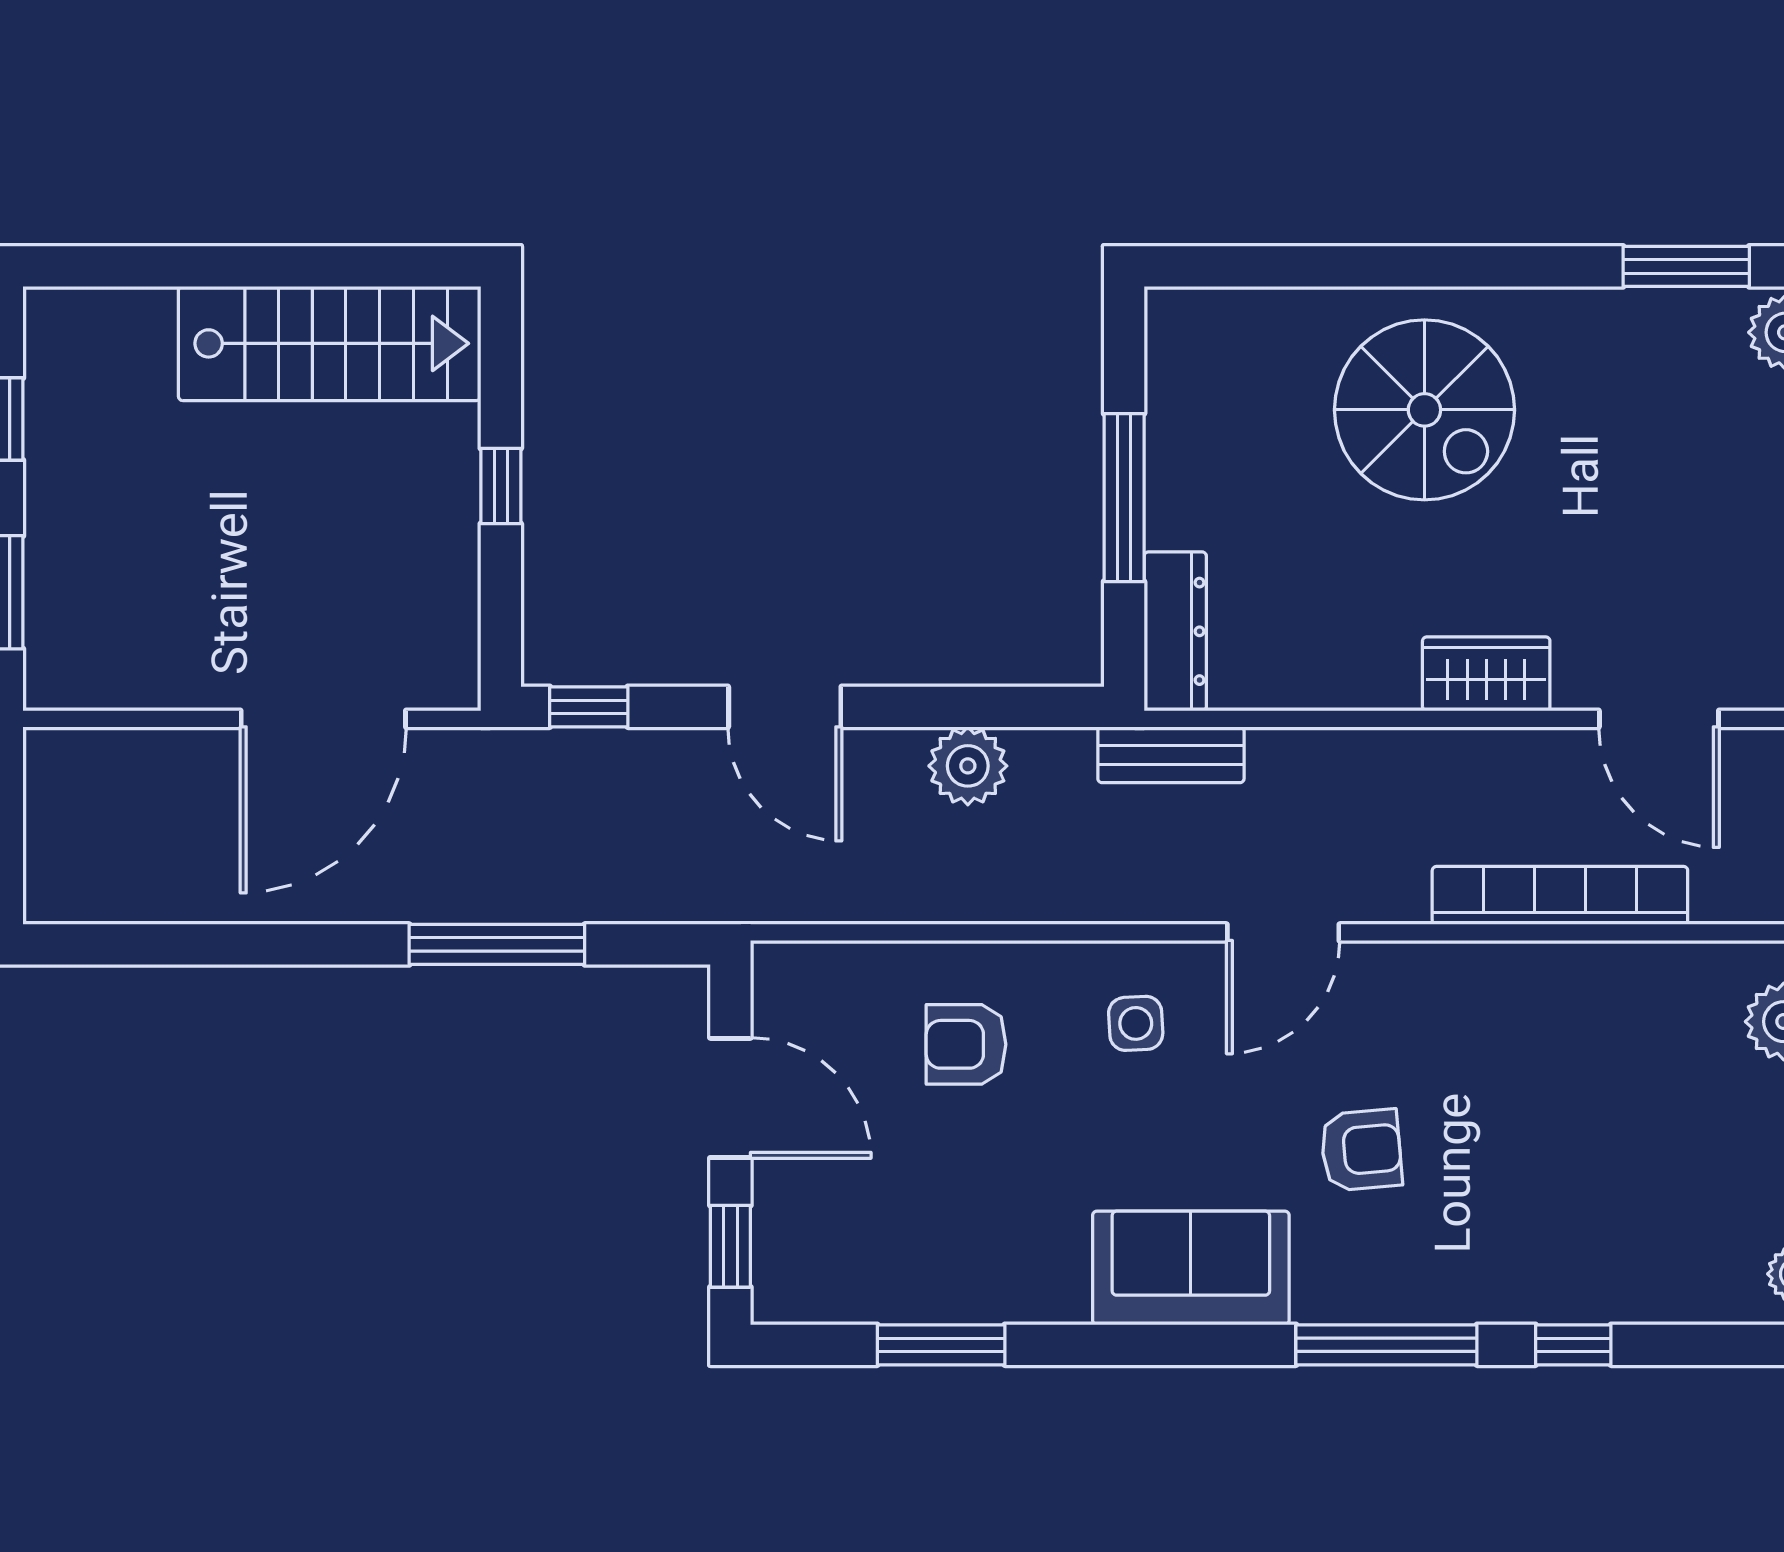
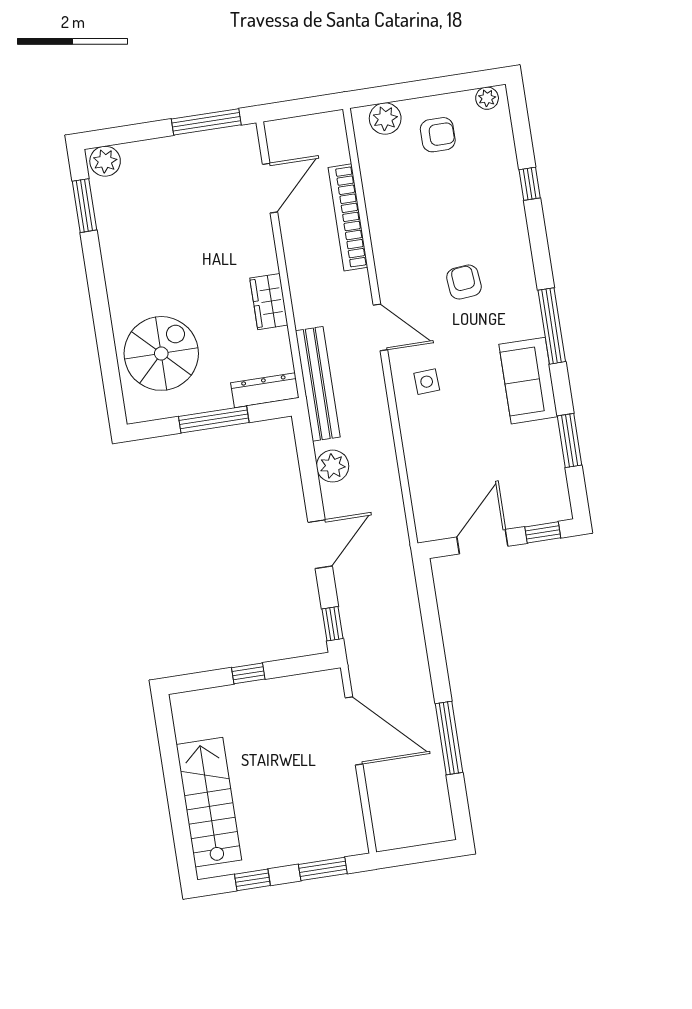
stairs: (330, 343) -> (209, 802), moved
spiral stairs: (1424, 410) -> (161, 353), moved
wardrobe: (1486, 674) -> (269, 302), moved
bench: (1171, 755) -> (318, 384), width x1.86, depth x1.21
window: (497, 944) -> (449, 738), moved
armchair: (966, 1044) -> (438, 135), moved, turned -90
sofa: (1191, 1268) -> (528, 381), moved
window: (1386, 1345) -> (552, 326), moved

